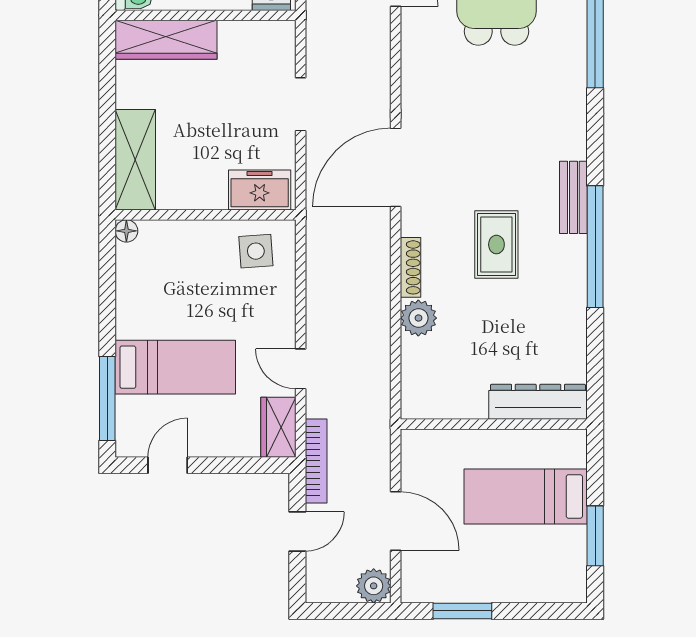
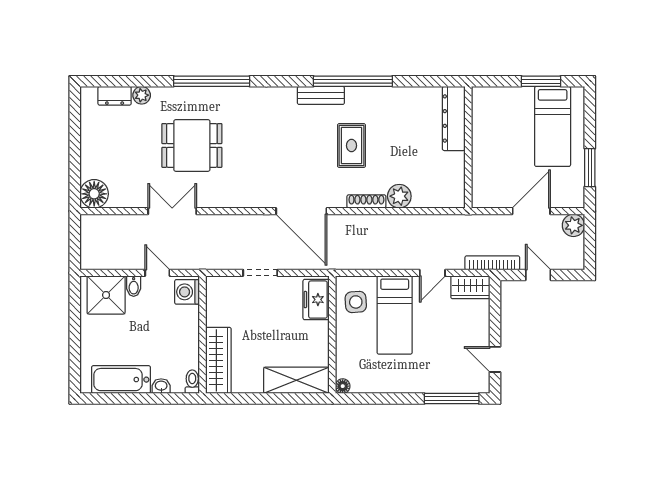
rug: (496, 245) -> (352, 146), turned 90
bed: (175, 367) -> (395, 315), moved, turned 180
bed: (526, 496) -> (553, 126), moved

